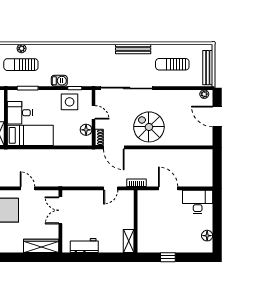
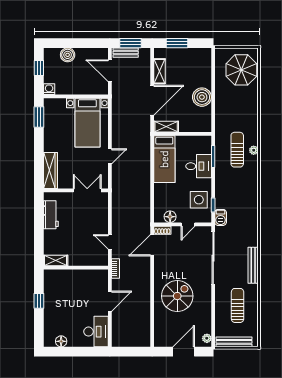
barbecue: (59, 81) -> (221, 217), moved
desk: (20, 113) -> (199, 166), moved, turned 90
spiral stairs: (149, 127) -> (177, 296), moved

